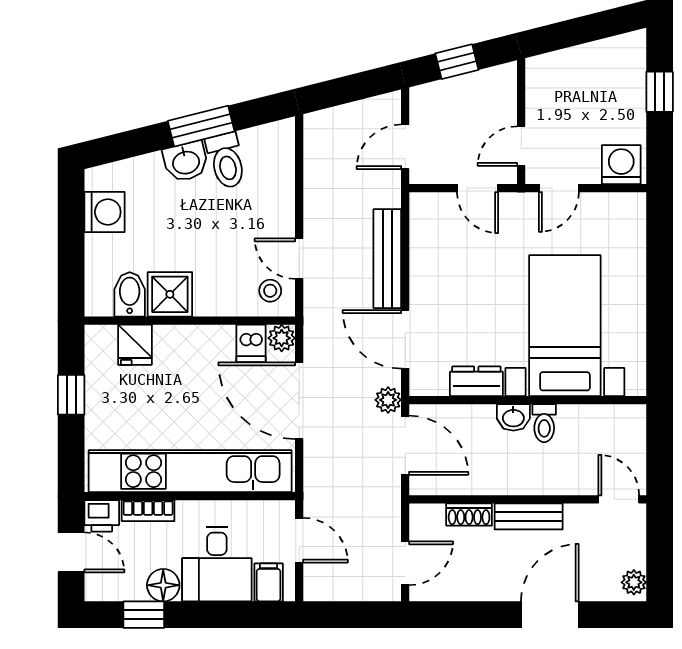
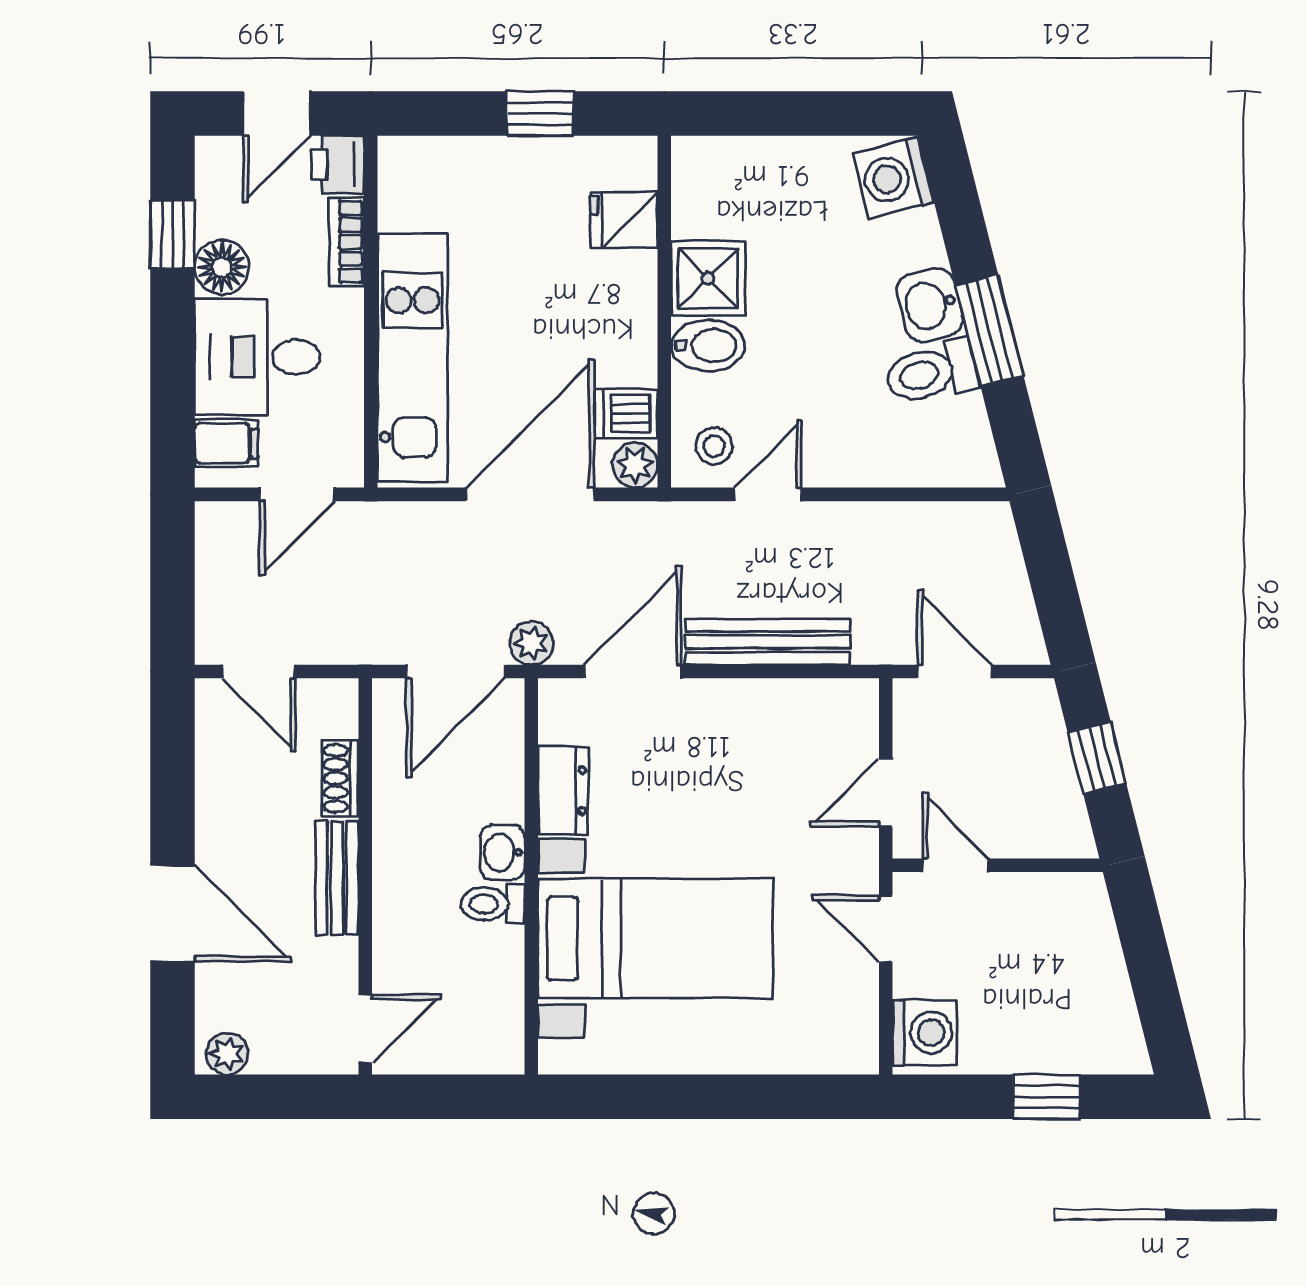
washing machine: (105, 212) -> (893, 178), moved, turned 76
bidet: (130, 294) -> (708, 346), moved
kitchen unit: (190, 471) -> (412, 358), width x0.73

